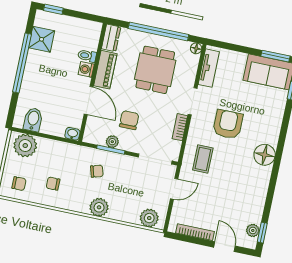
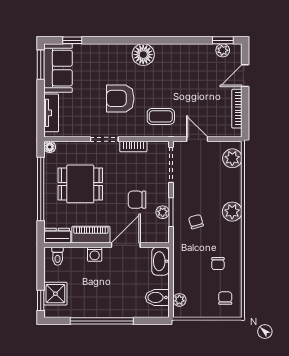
shower: (42, 39) -> (55, 294), moved
toilet: (87, 56) -> (58, 256), moved
tv unit: (209, 68) -> (51, 113), moved, turned 90
washbasin: (72, 134) -> (160, 261), width x1.91, depth x1.45
plant: (25, 146) -> (179, 300), width x0.53, depth x0.53

